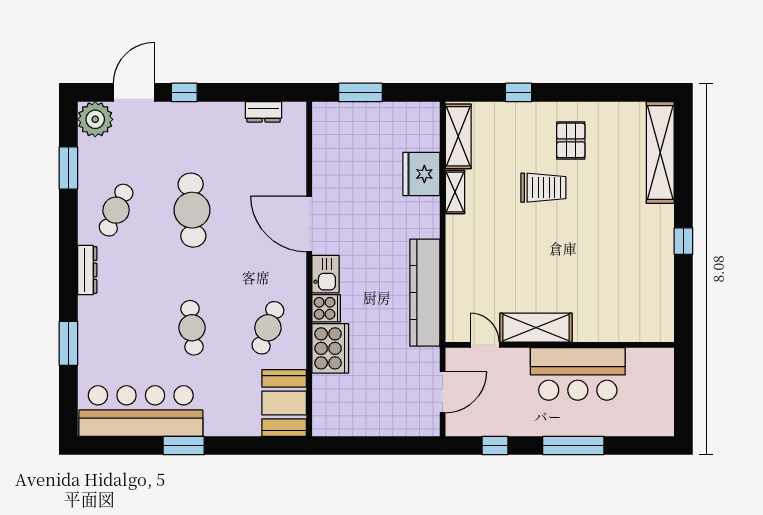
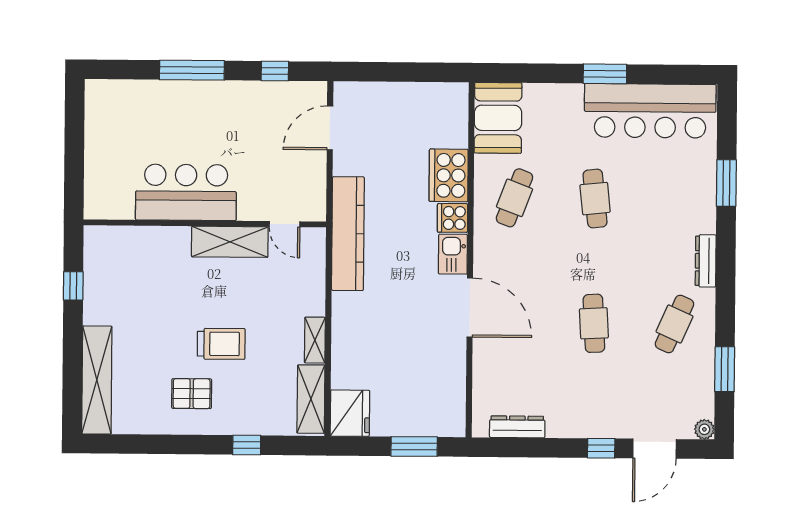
dresser: (263, 112) -> (517, 427), width x1.44
plant: (95, 119) -> (704, 429), width x0.53, depth x0.53
pallet: (571, 140) -> (192, 394), turned 90
fridge: (421, 174) -> (350, 413), moved
trolley: (543, 188) -> (221, 344), turned 180
cafe table: (192, 210) -> (594, 323), width x0.73, depth x0.74
shelving: (536, 328) -> (230, 242), moved
door: (485, 345) -> (285, 224), moved
wall: (560, 345) -> (205, 223), moved
bar counter: (578, 374) -> (186, 192), moved

